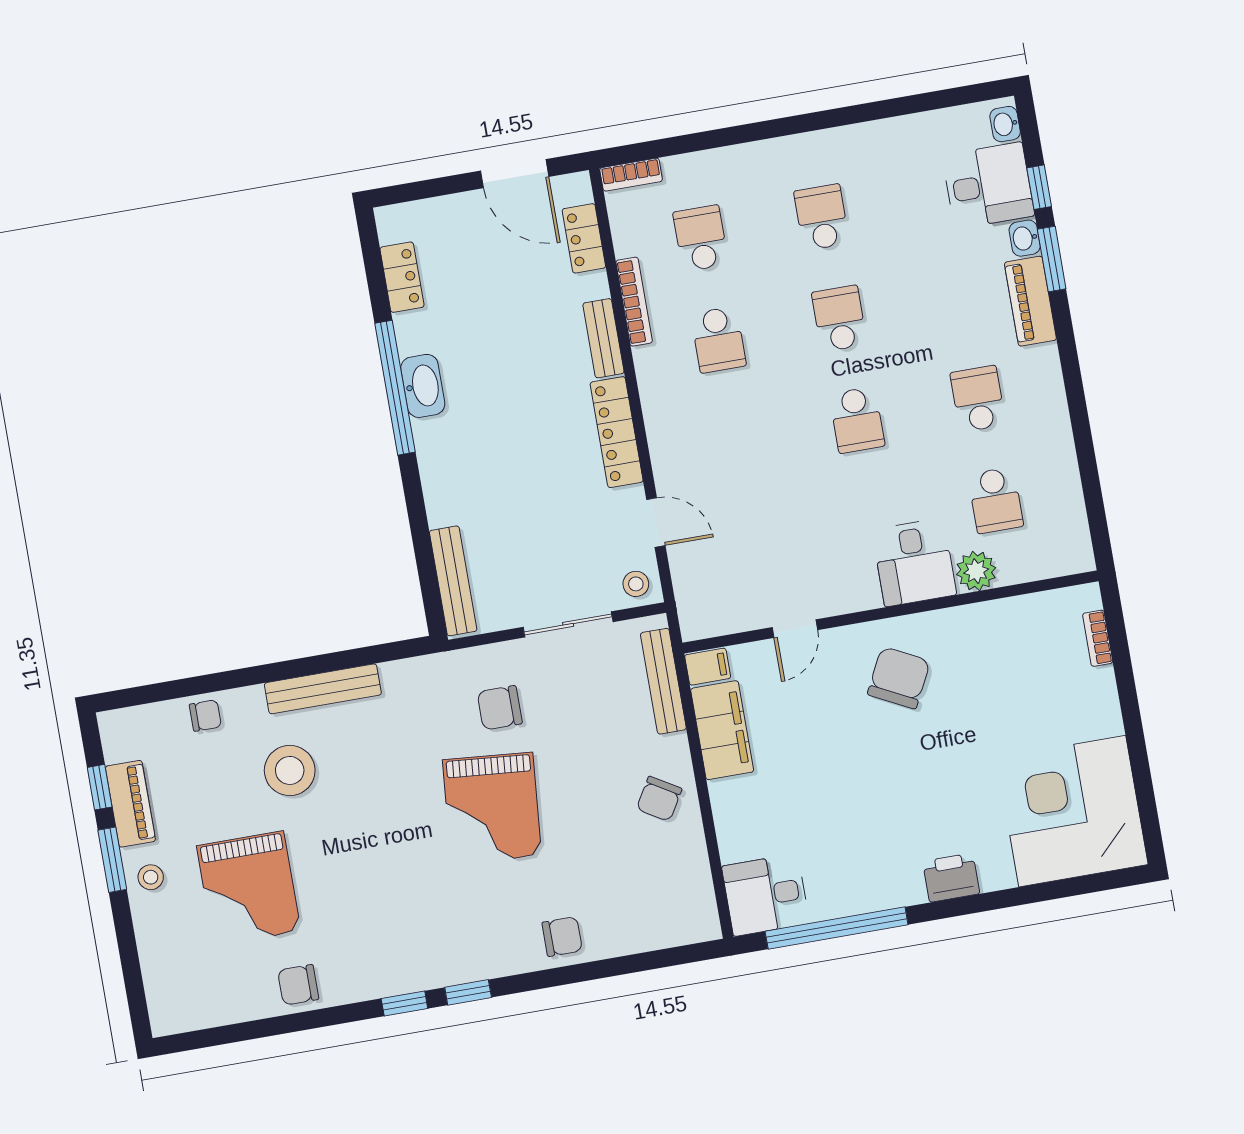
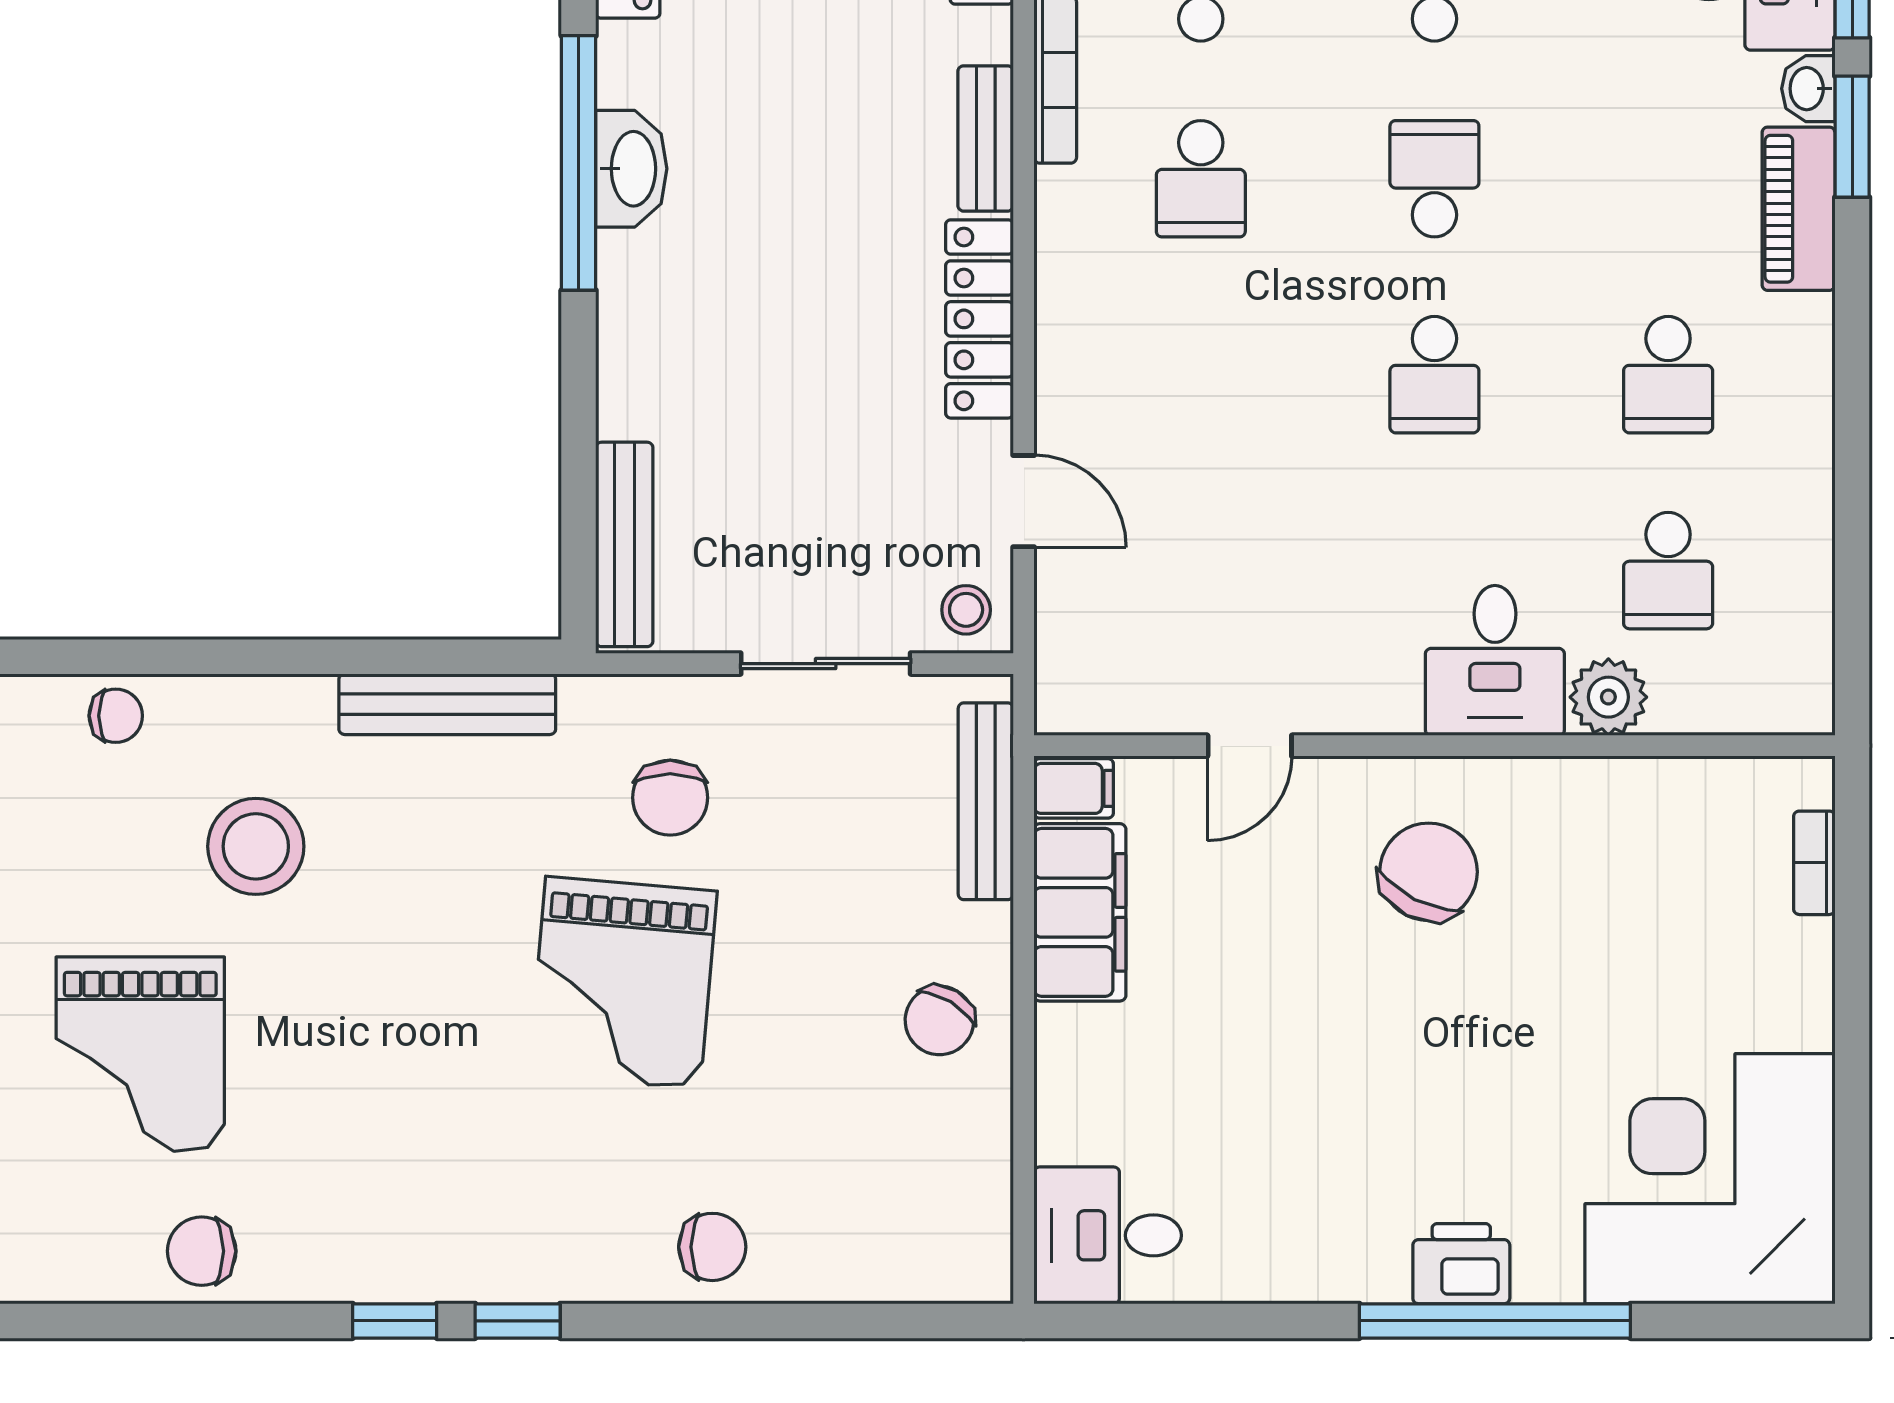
school desk: (978, 399) -> (1668, 375), turned 180
bench: (323, 689) -> (447, 704), moved
chair: (500, 708) -> (670, 798), turned -90
window: (837, 928) -> (1495, 1321), moved

